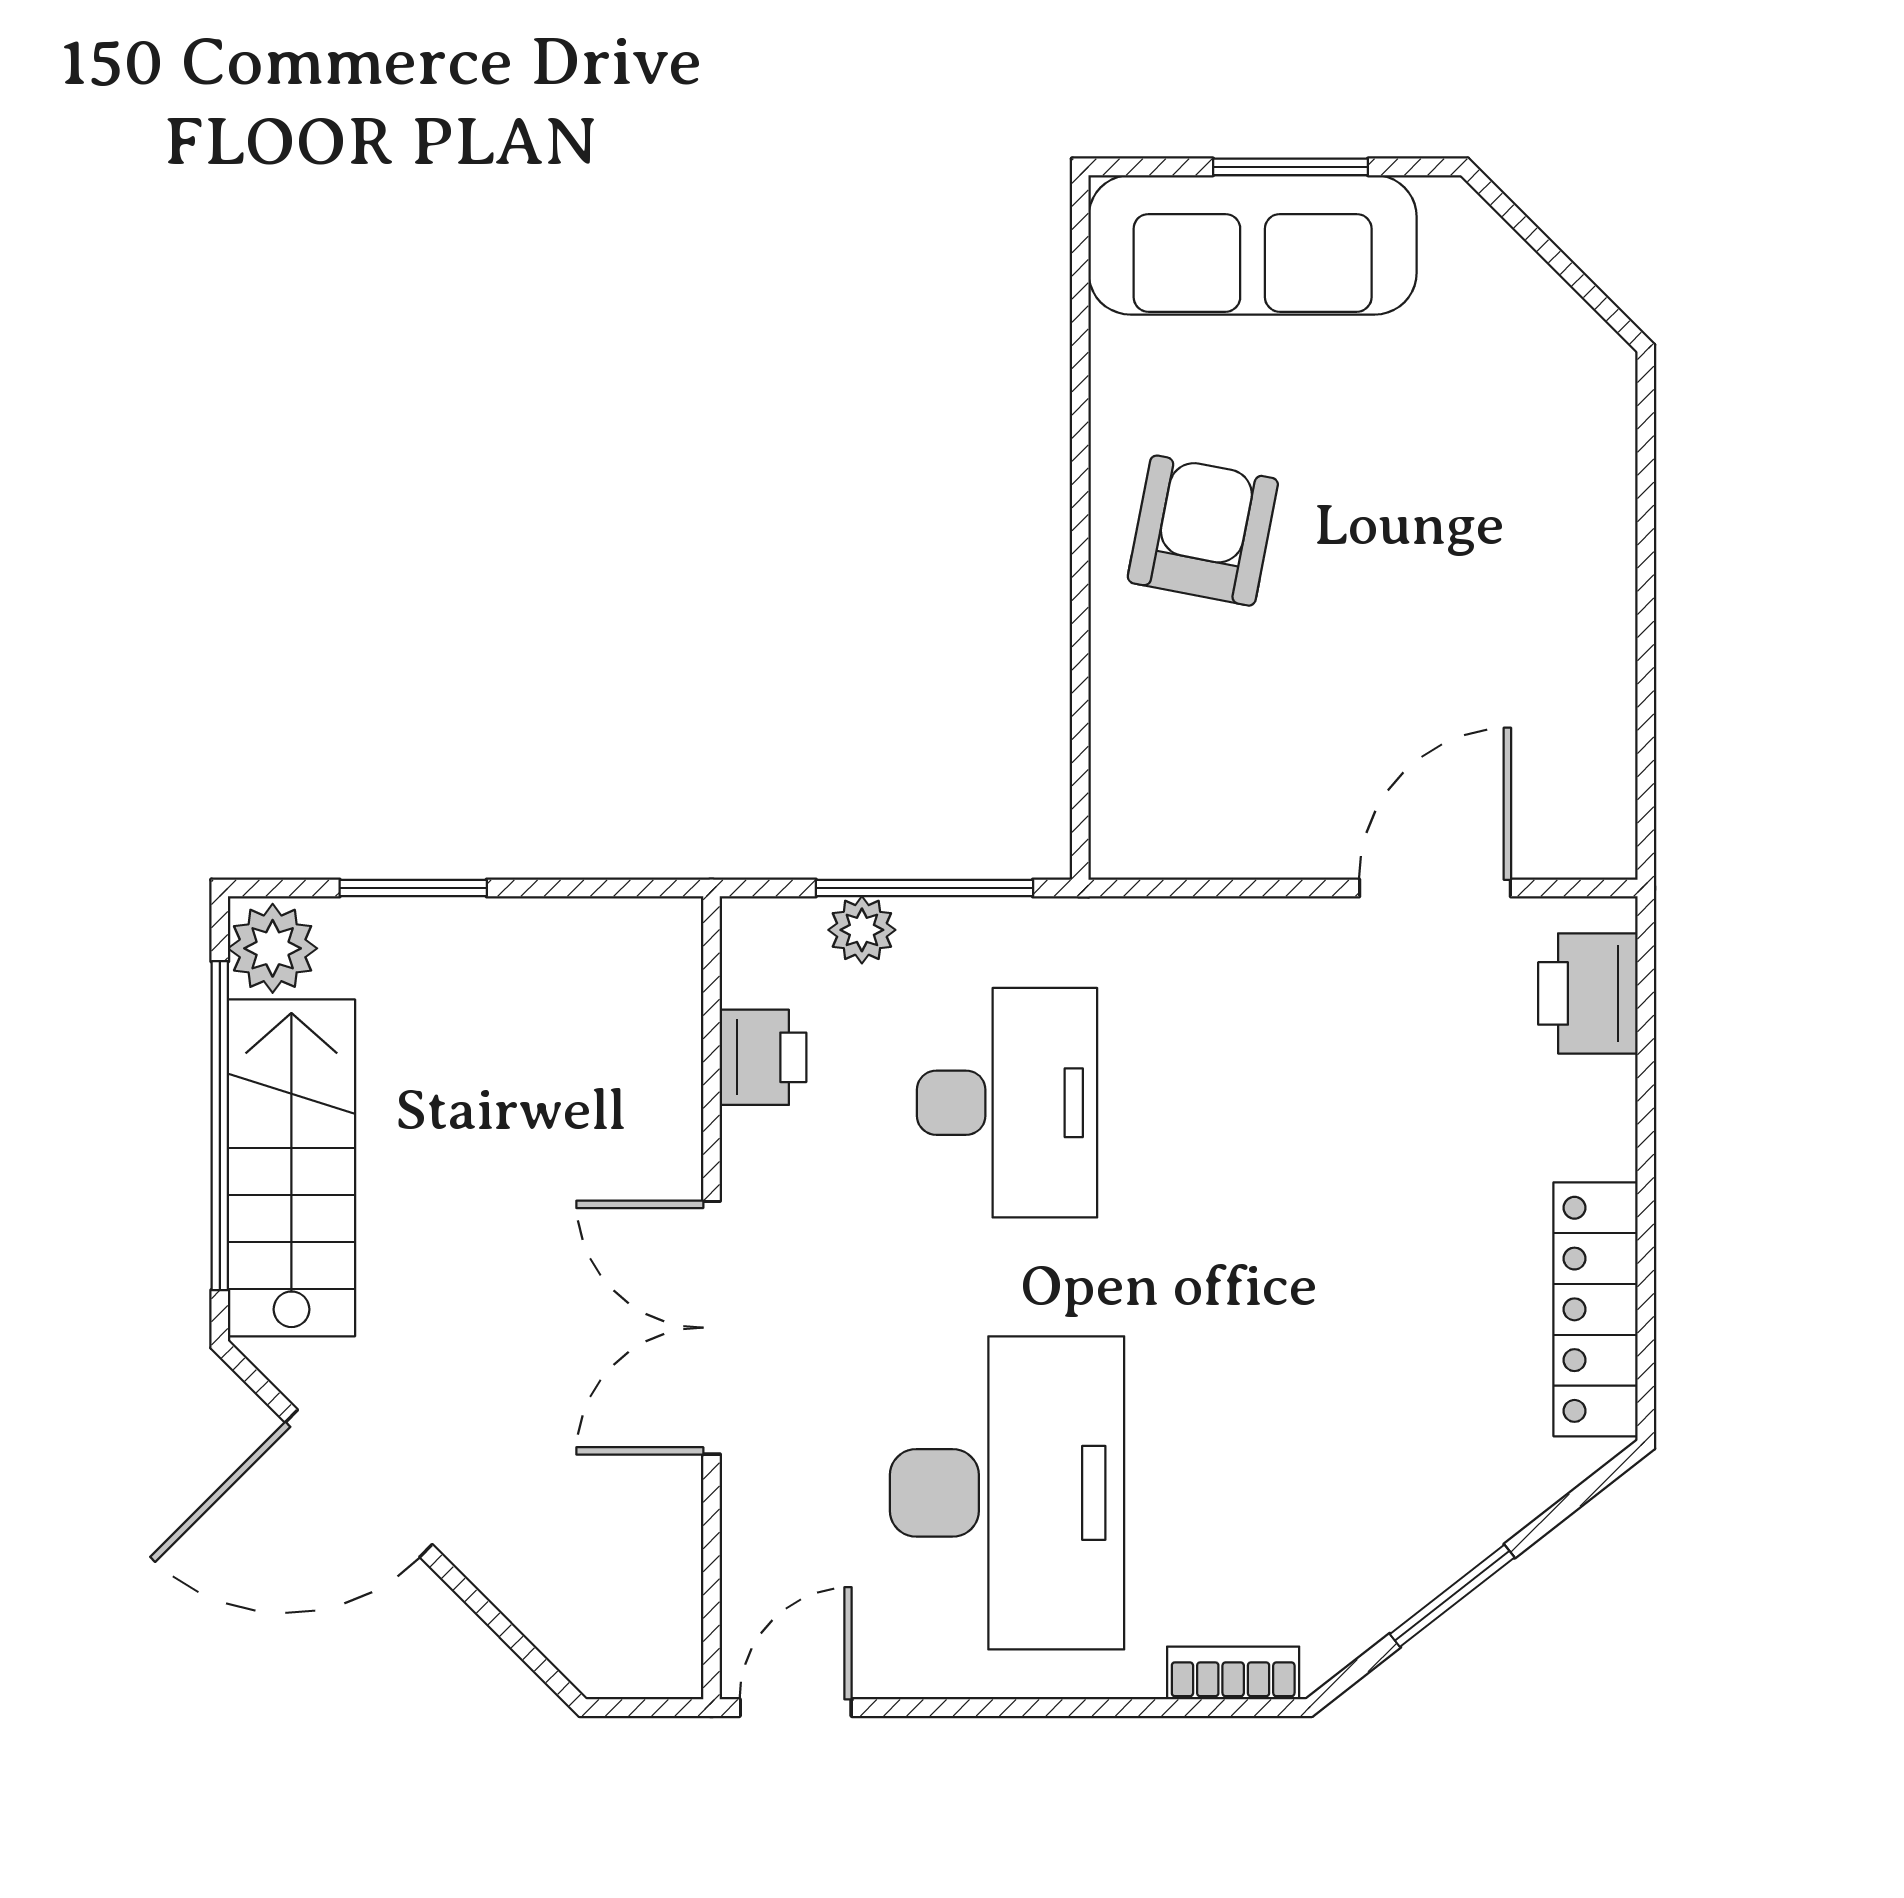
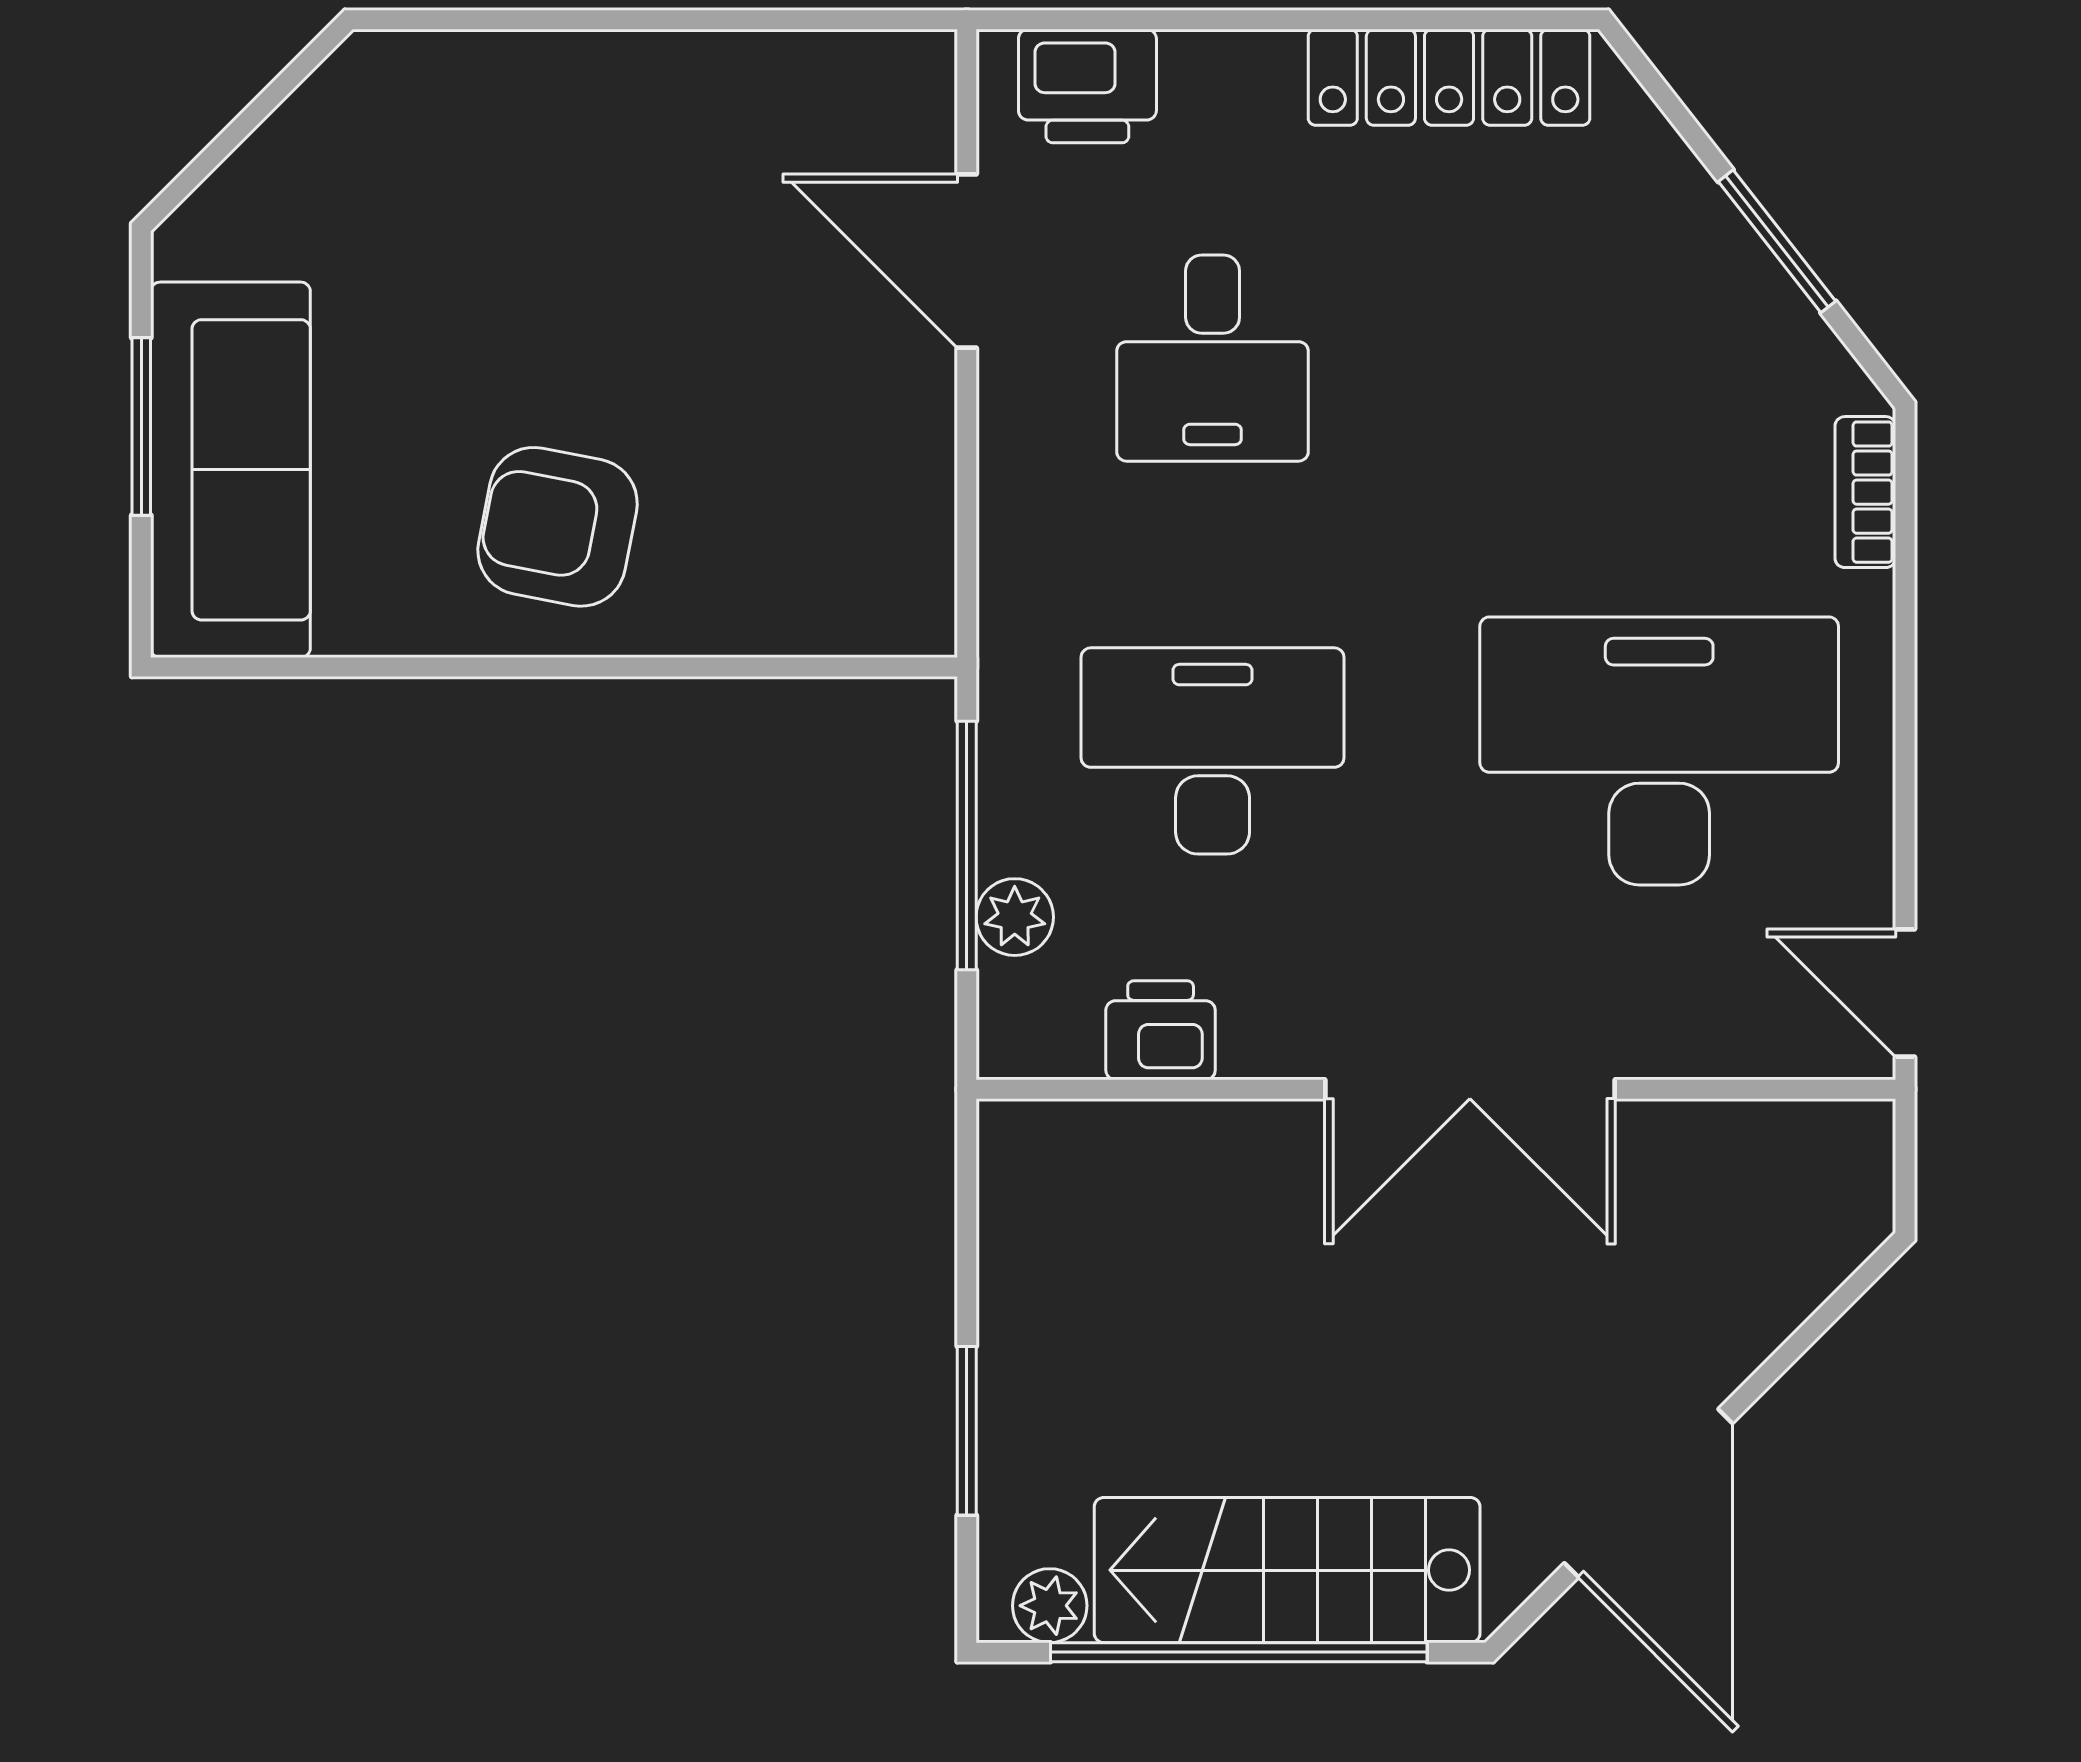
plant: (273, 948) -> (1050, 1606), width x0.73, depth x0.73
desk: (1350, 1103) -> (1213, 358), added

